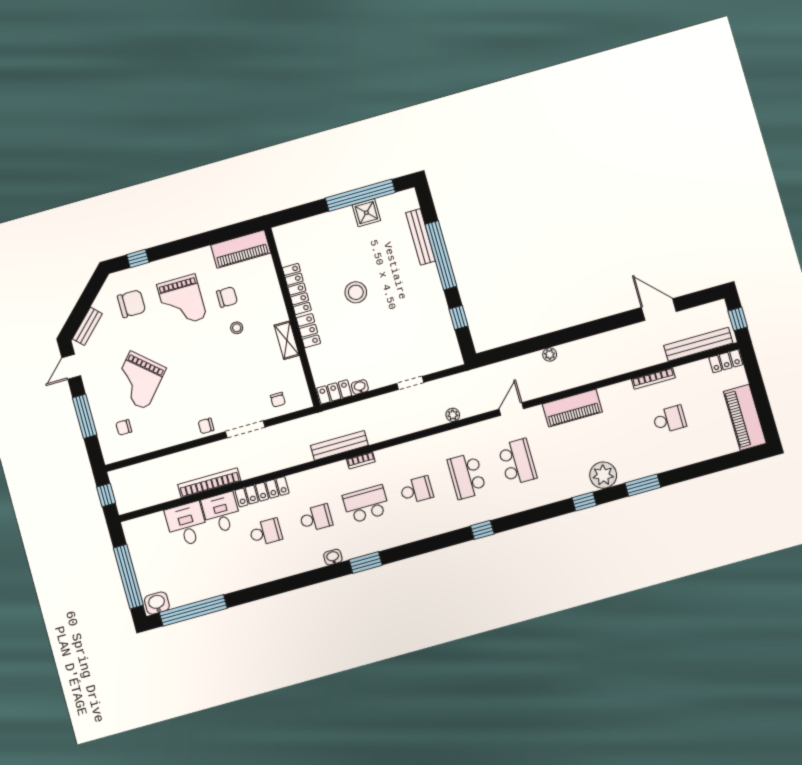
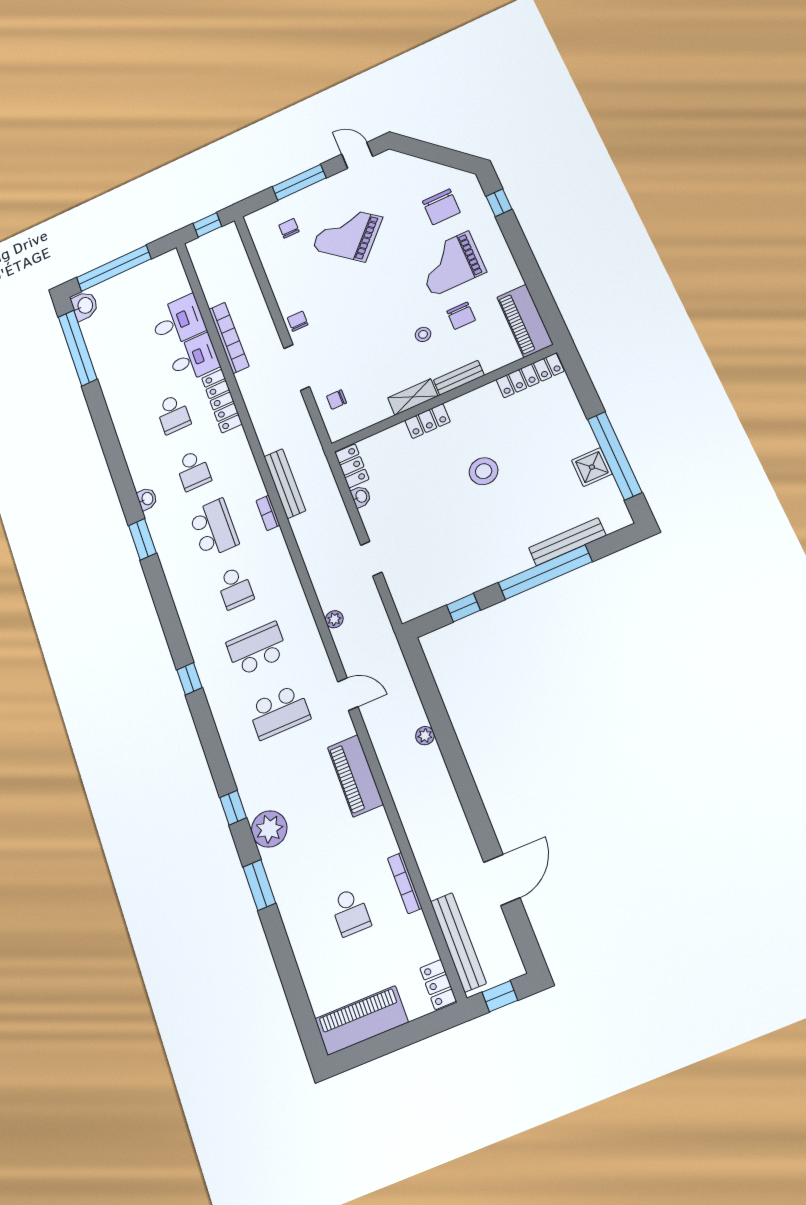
locker: (297, 289) -> (530, 375), moved
bench: (87, 326) -> (459, 378), moved, turned -45

